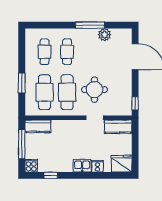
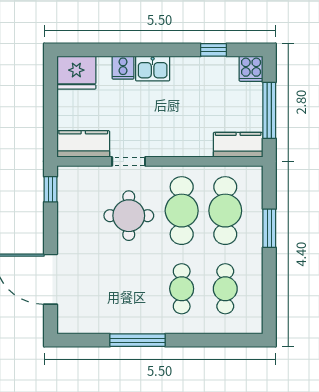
plant: (105, 35) -> (109, 322), removed

